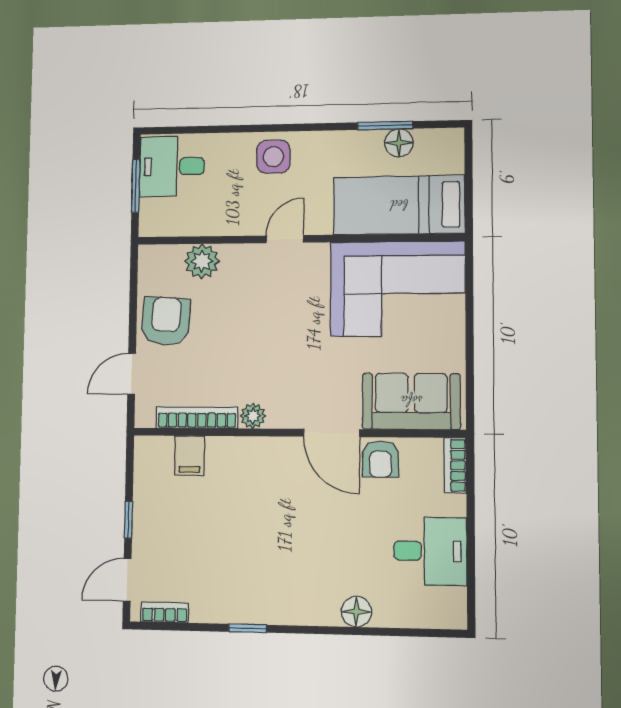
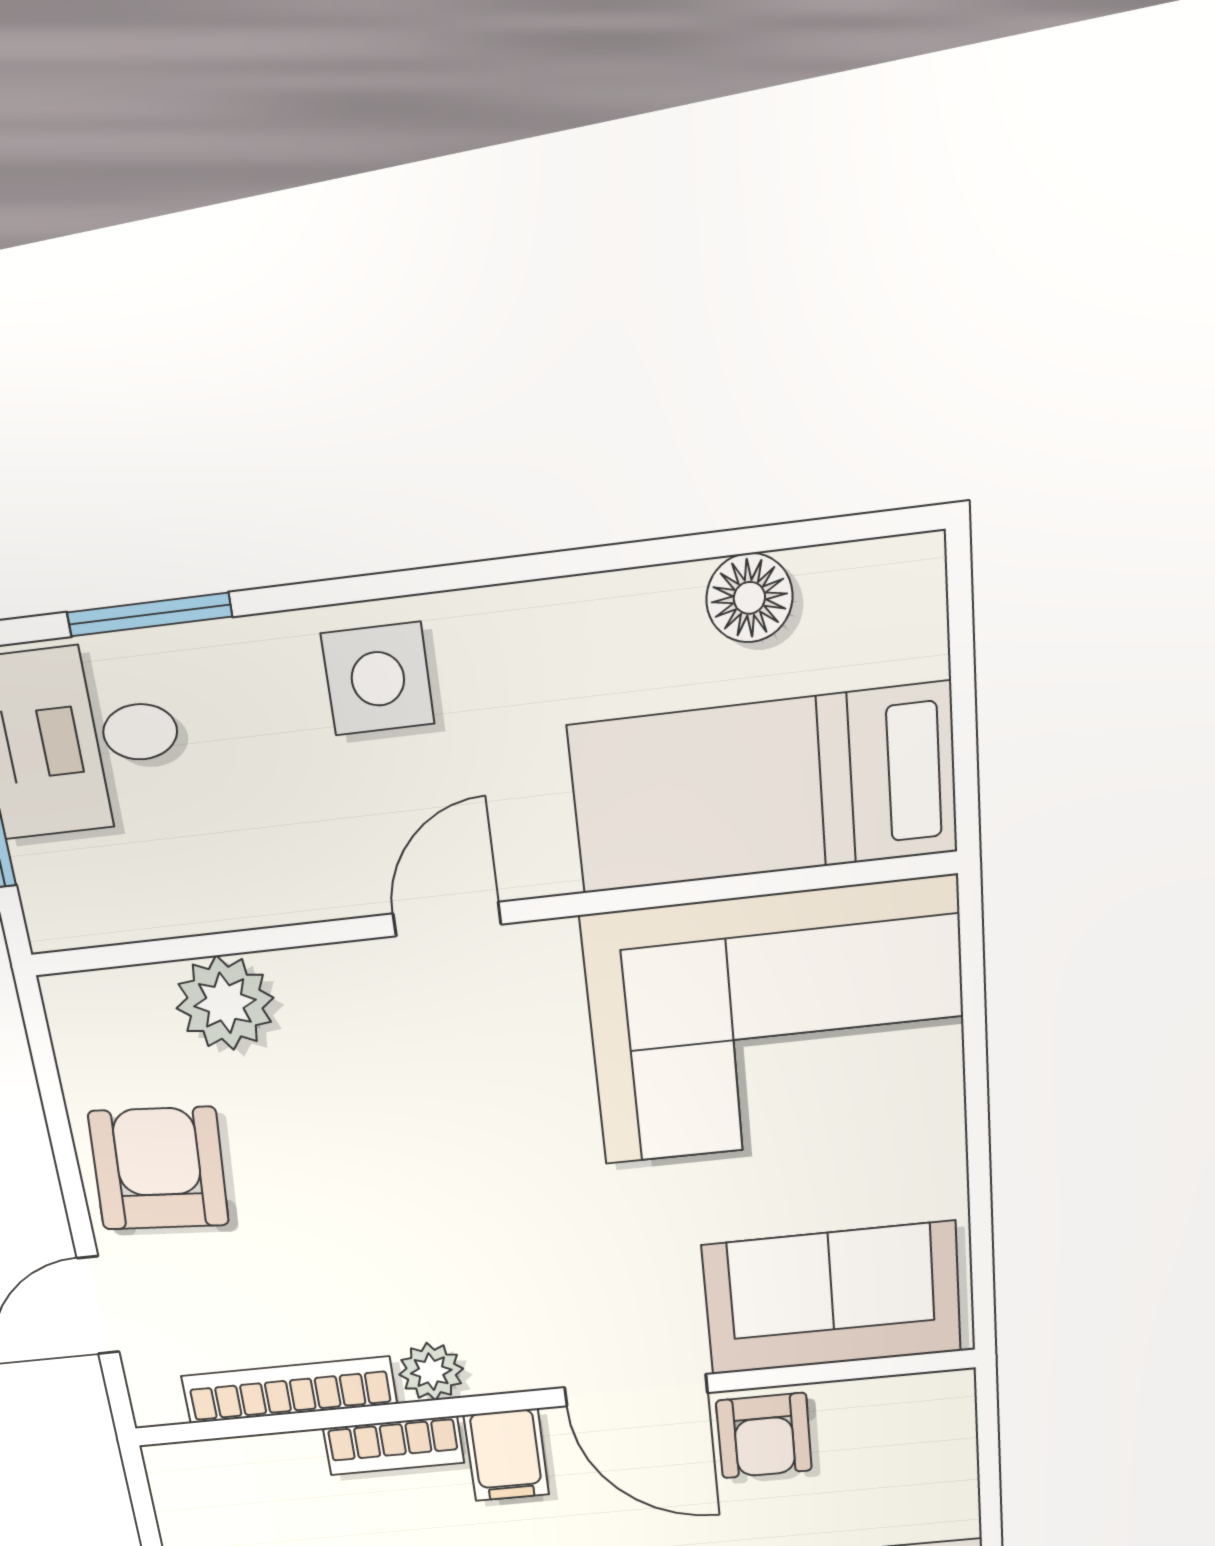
window: (385, 126) -> (150, 614), moved
filing cabinet: (190, 456) -> (506, 1455), moved
bookcase: (455, 465) -> (394, 1446), moved, turned -90

